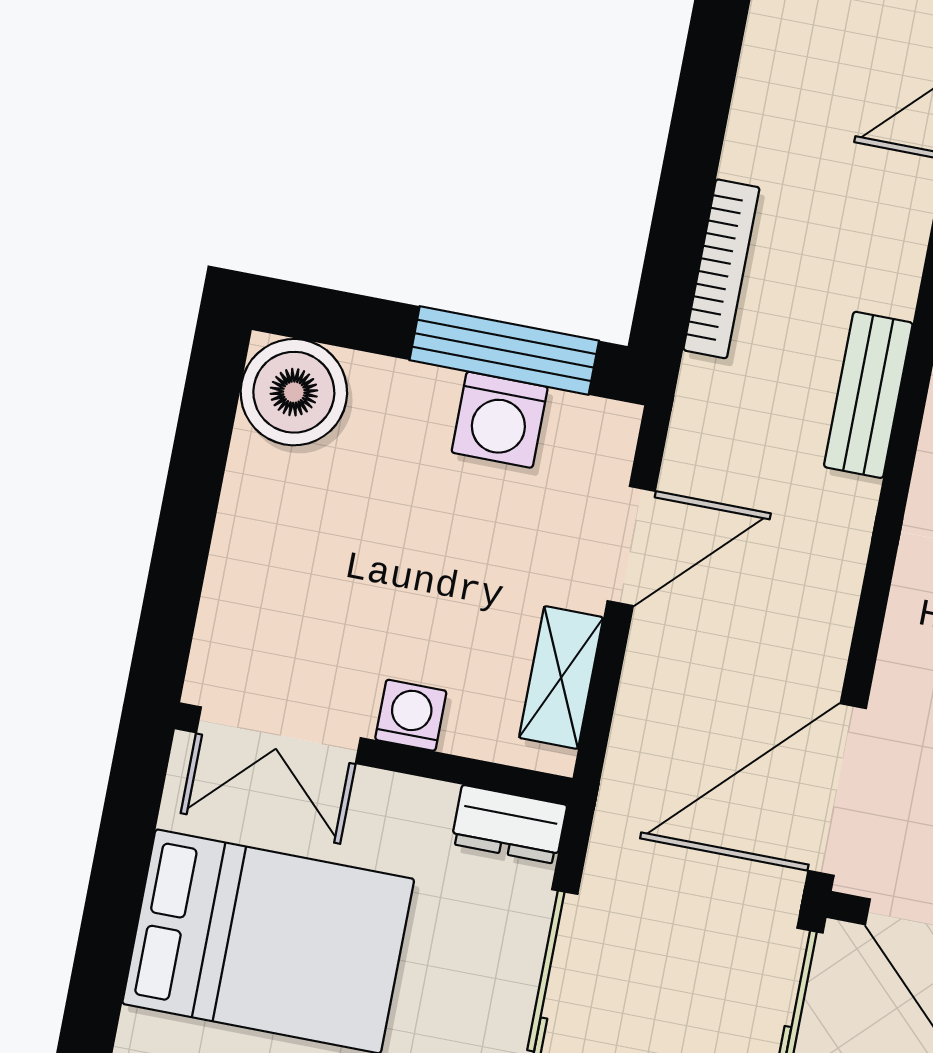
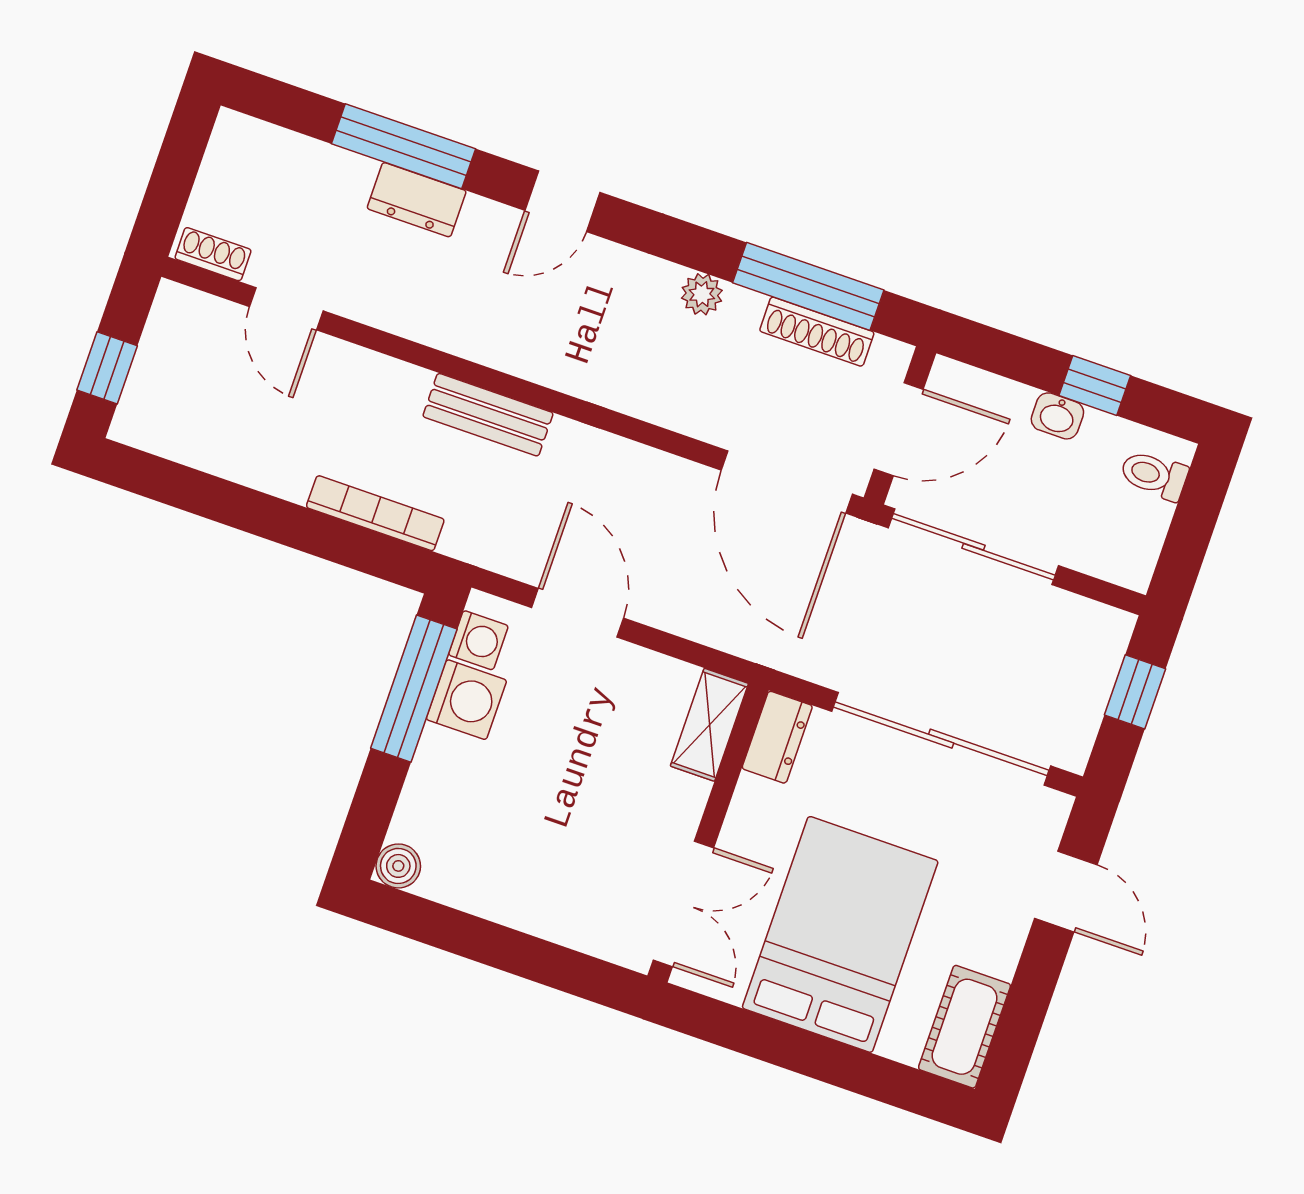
boiler: (294, 392) -> (398, 866), width x0.54, depth x0.54
shelving: (561, 678) -> (709, 725), moved, turned 90
washing machine: (411, 715) -> (478, 640), moved, turned 180

